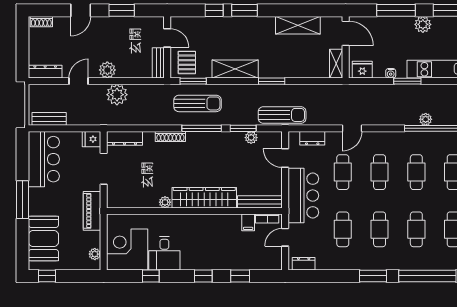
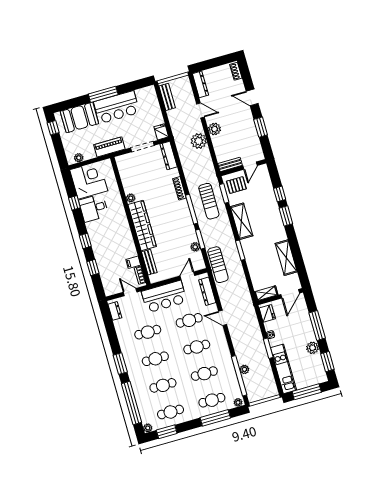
dresser: (312, 138) -> (207, 291), width x1.44
bar counter: (44, 159) -> (117, 107), moved
bench: (260, 202) -> (149, 262), width x0.73

